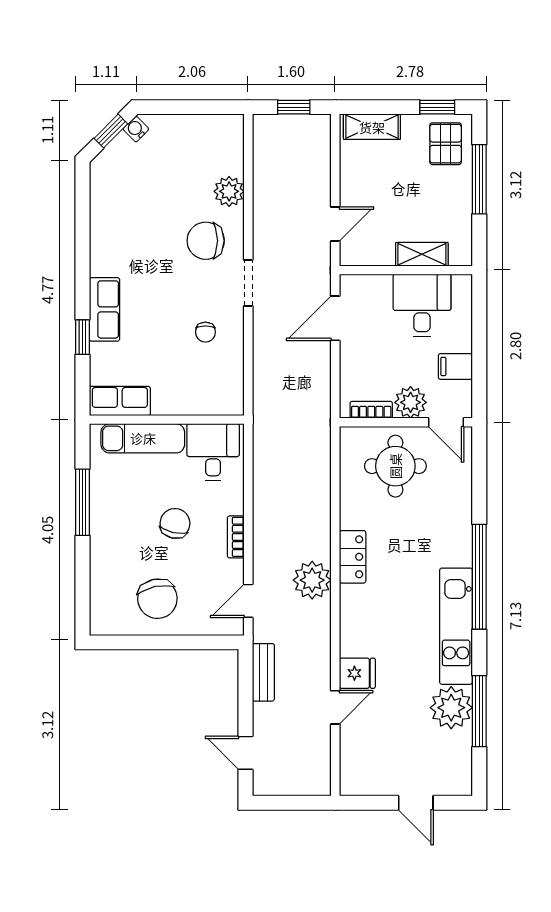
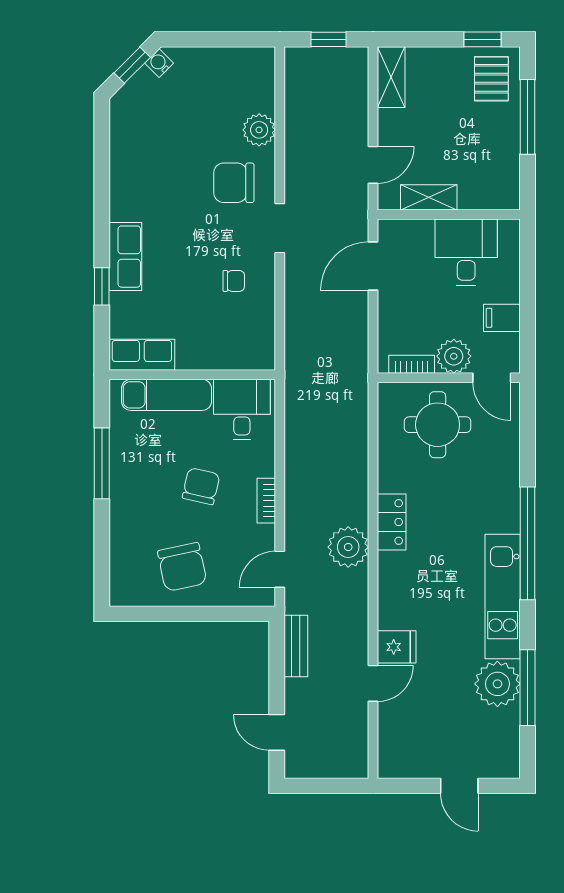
shelving: (372, 127) -> (391, 77), moved, turned 90
shelving: (422, 254) -> (429, 197), moved
chair: (205, 332) -> (234, 281), turned -90

